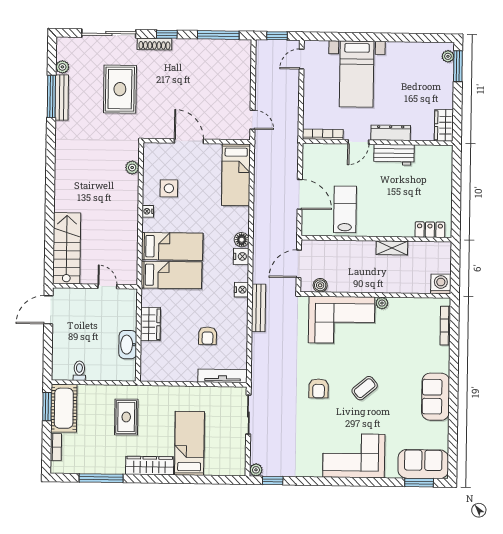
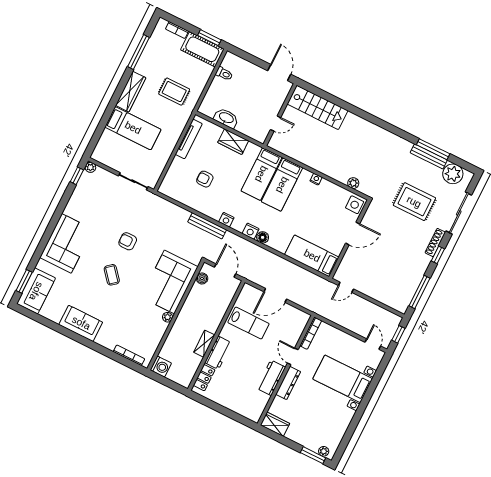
plant: (62, 67) -> (453, 174), width x1.88, depth x1.88
side table: (169, 188) -> (355, 205), moved
workbench: (394, 227) -> (218, 353), added
tv unit: (222, 376) -> (189, 139), moved

